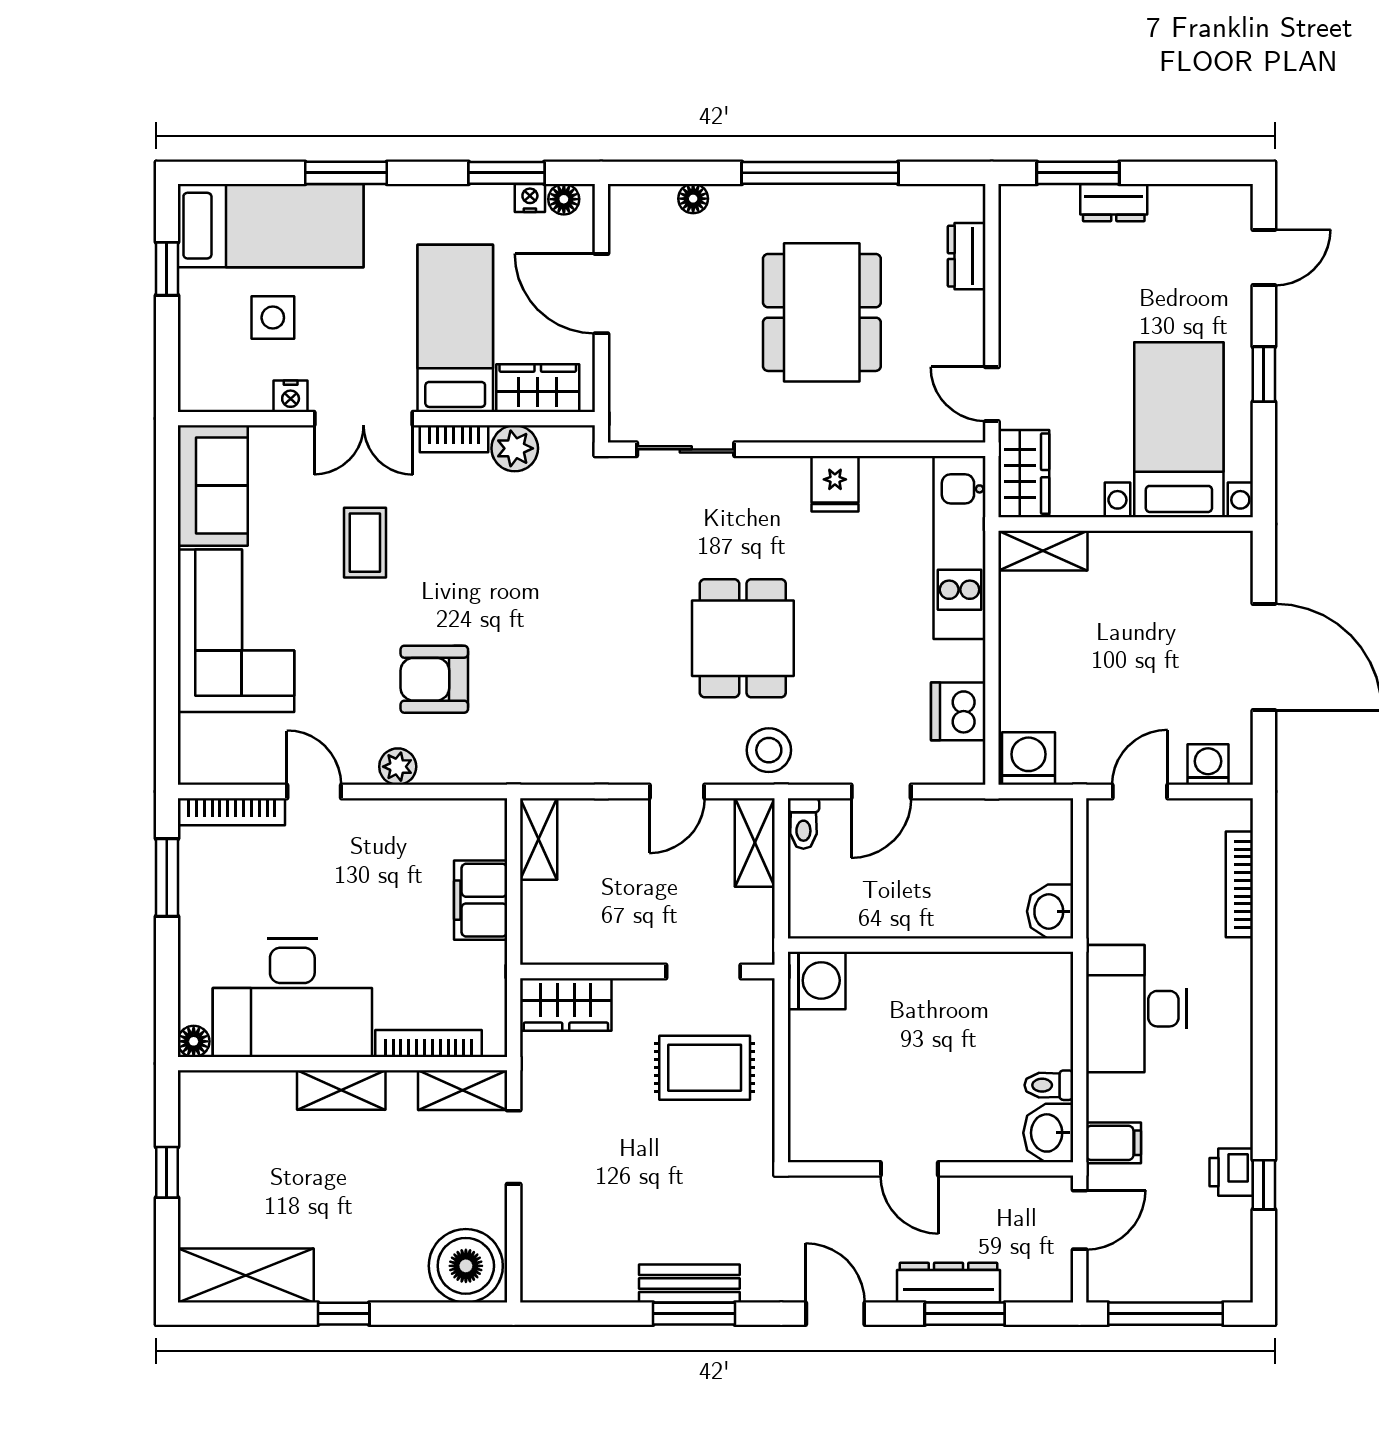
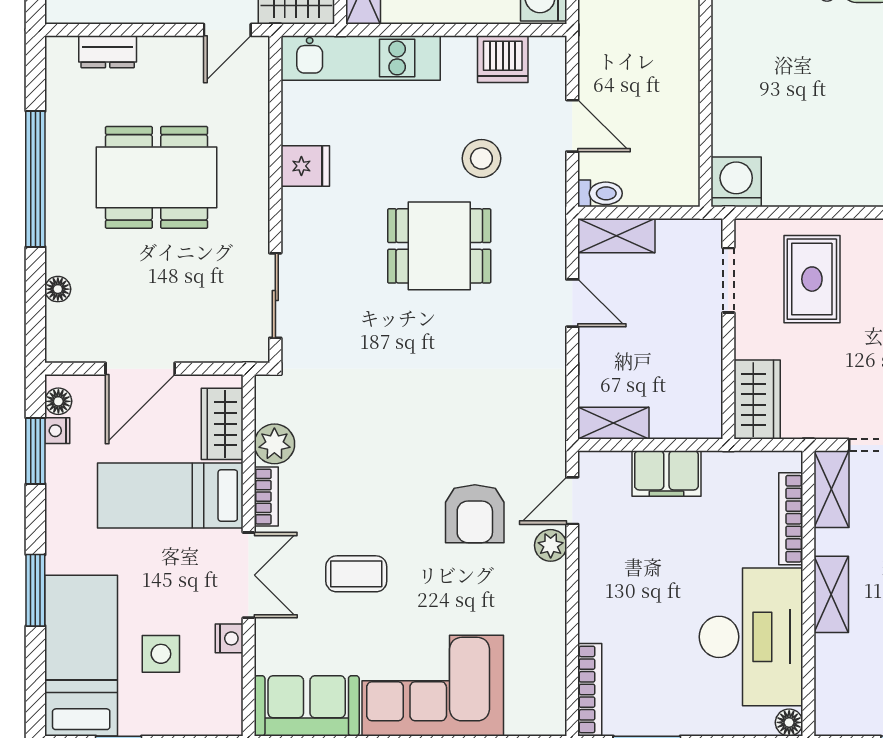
stool: (769, 750) -> (481, 158), moved
door: (314, 792) -> (572, 501), moved

